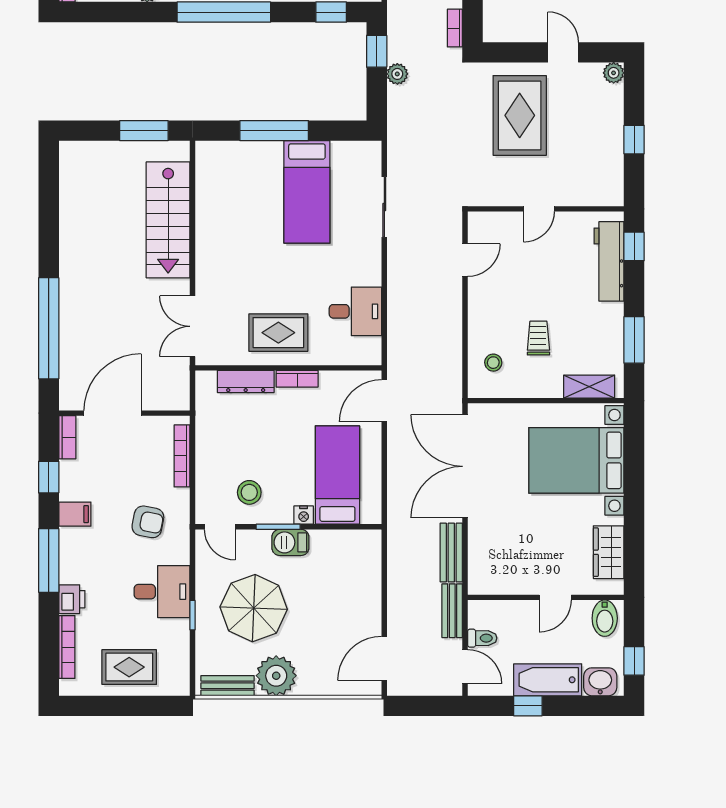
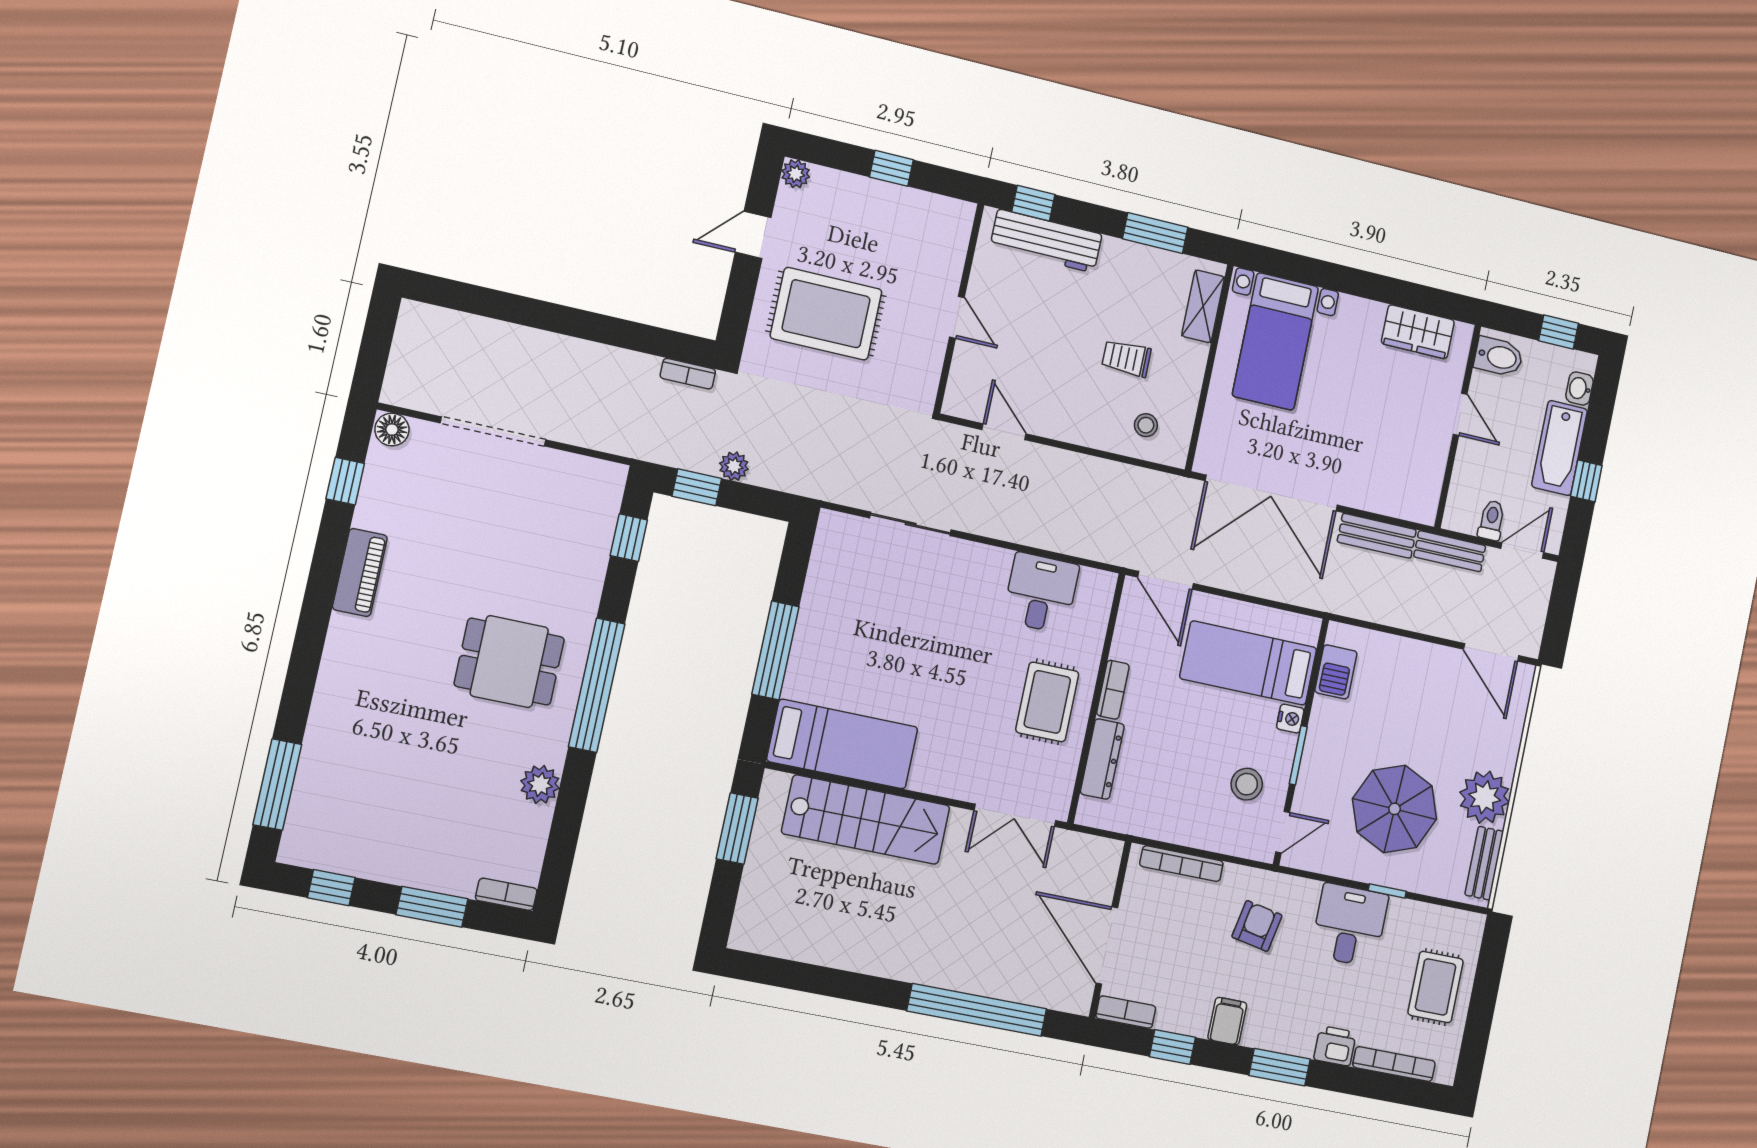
bed: (307, 192) -> (842, 744), moved
bed with nightstands: (576, 460) -> (1275, 341), width x0.73
barbecue: (290, 542) -> (1336, 672), moved
window: (49, 560) -> (1280, 1067), width x0.69
washbasin: (600, 682) -> (1580, 388), width x0.72, depth x0.69

